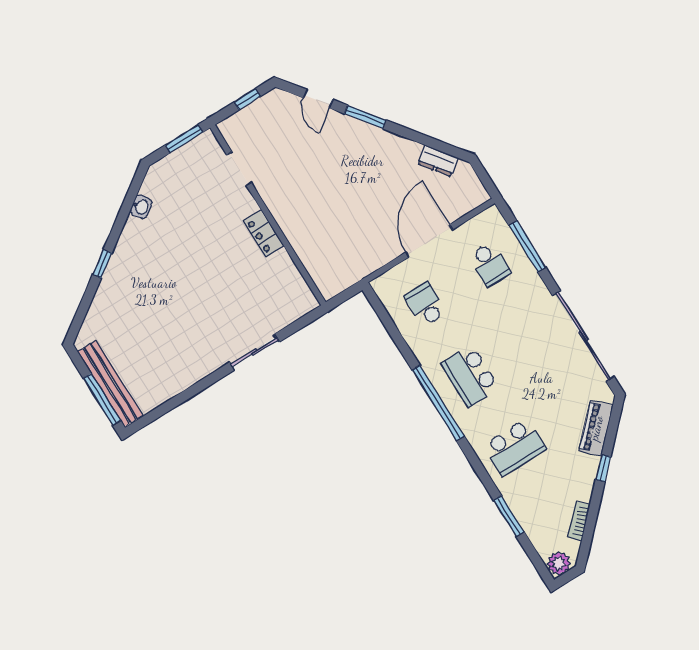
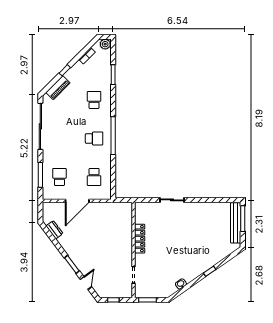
locker: (264, 233) -> (140, 239), width x1.53
school desk: (470, 376) -> (94, 138), width x0.54
school desk: (515, 447) -> (94, 100), width x0.54

